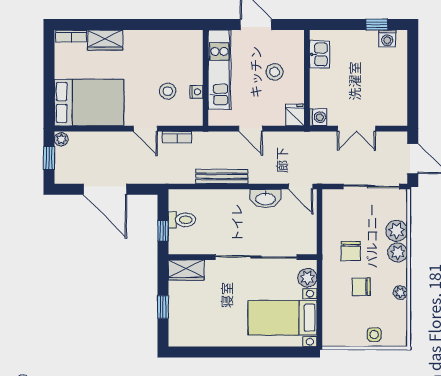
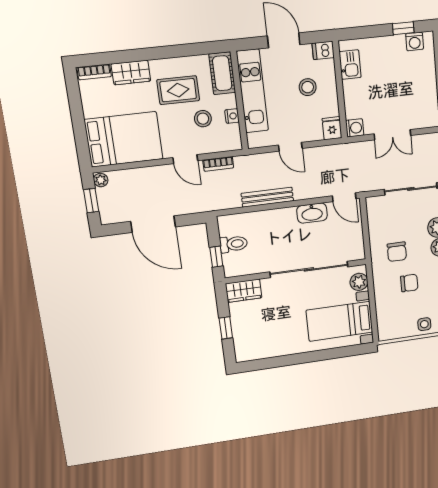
dishwasher: (294, 38) -> (323, 50), added
cot: (192, 50) -> (222, 73), added
rug: (148, 61) -> (178, 90), added
chair: (361, 287) -> (409, 283), turned 180

